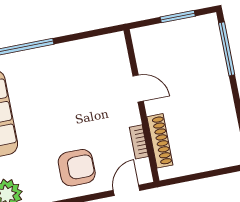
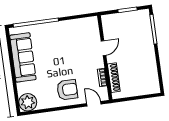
door: (138, 89) -> (103, 48), hinge flipped
door: (126, 190) -> (94, 104), hinge flipped

